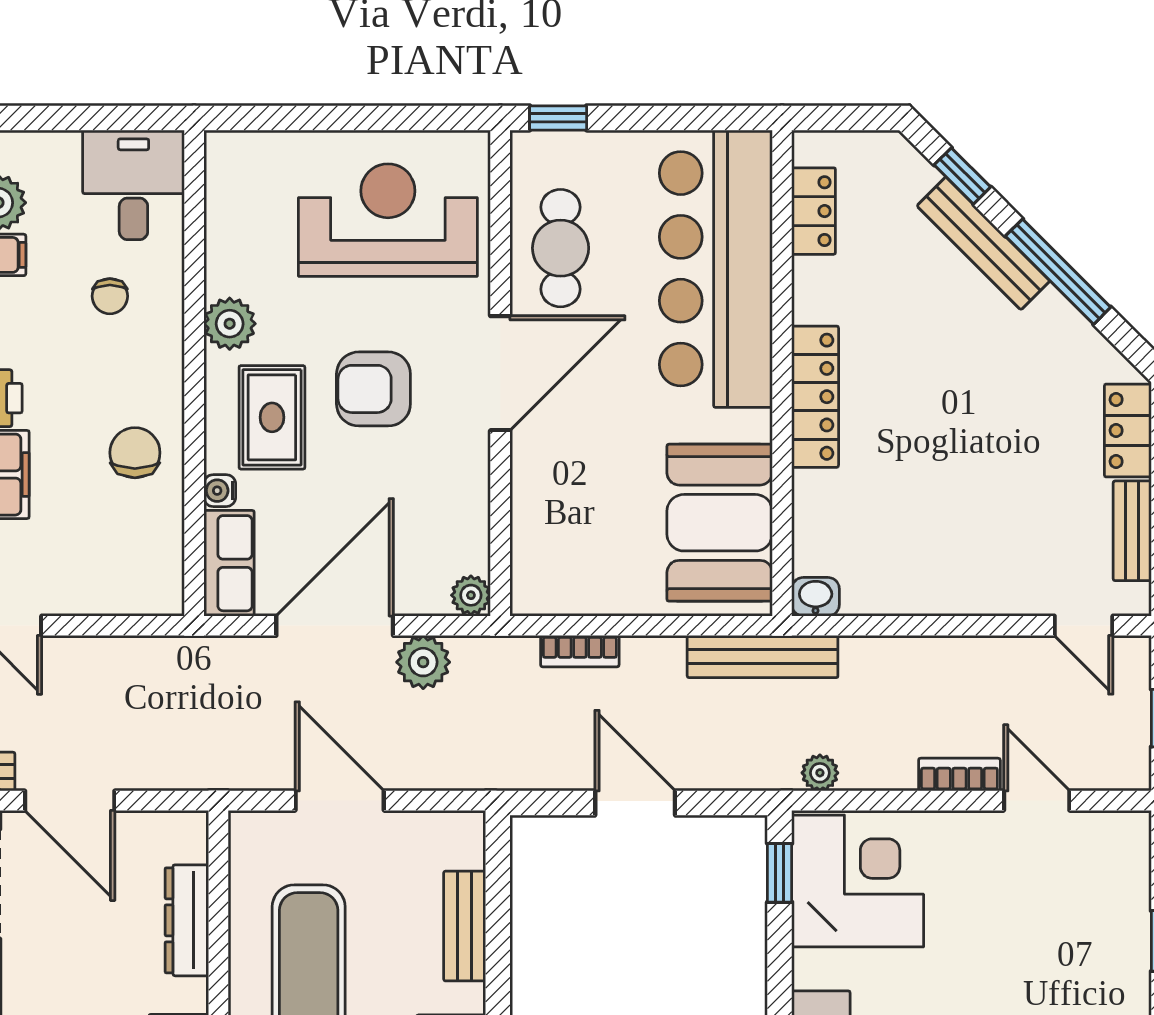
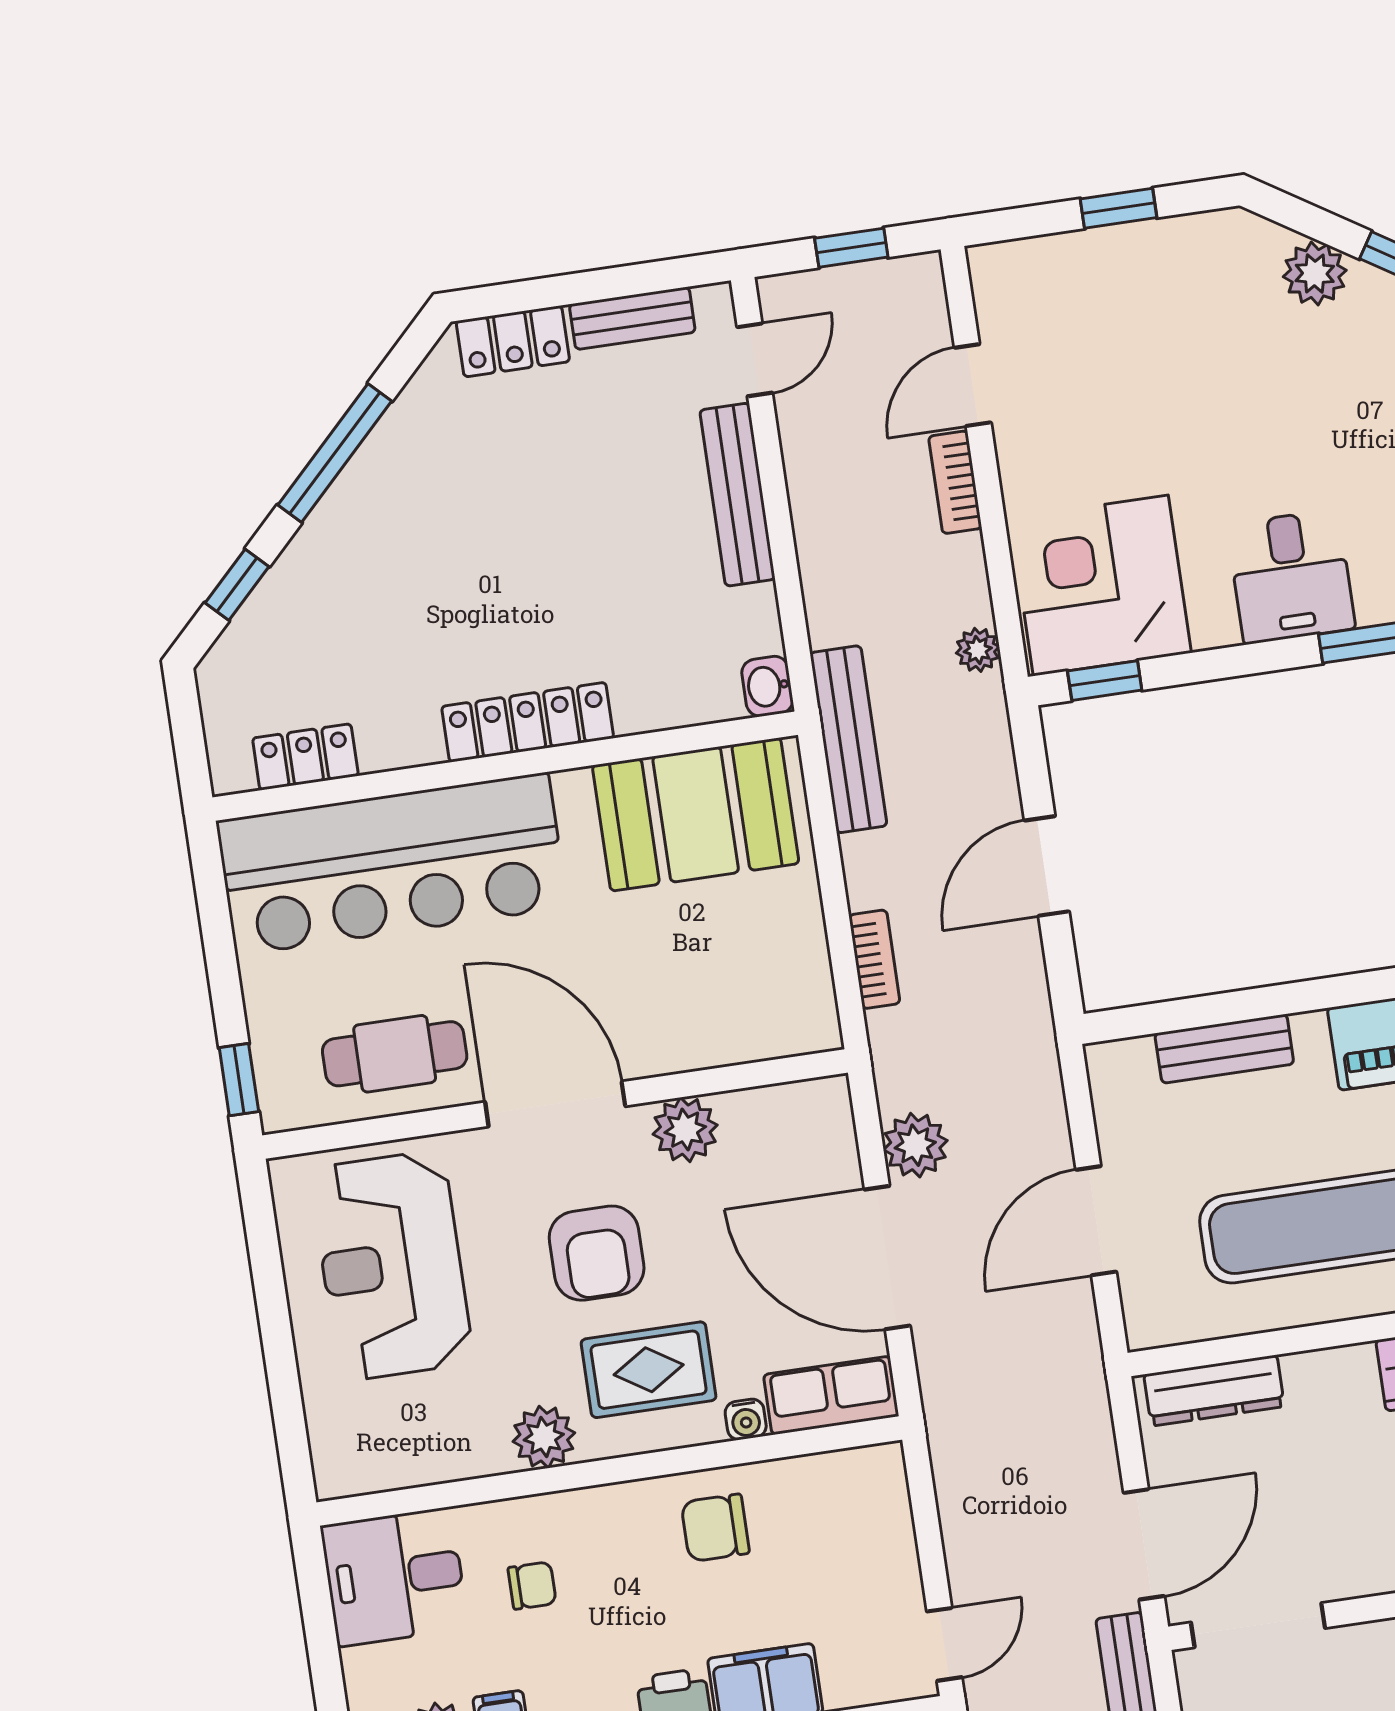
bench: (983, 243) -> (737, 495), moved, turned -45
plant: (471, 595) -> (685, 1130), moved, width x1.38, depth x1.38
dresser: (187, 920) -> (1214, 1390), moved

